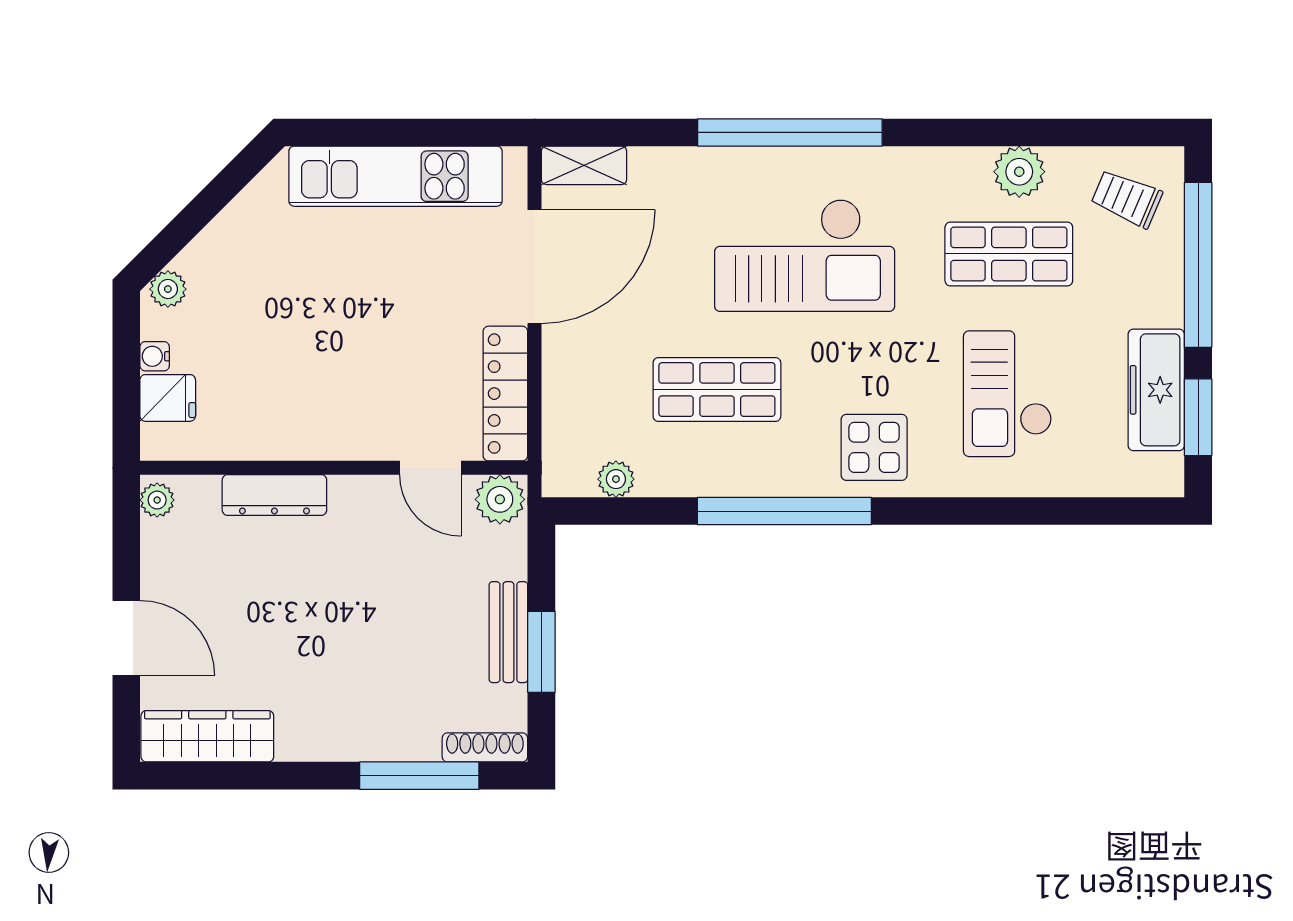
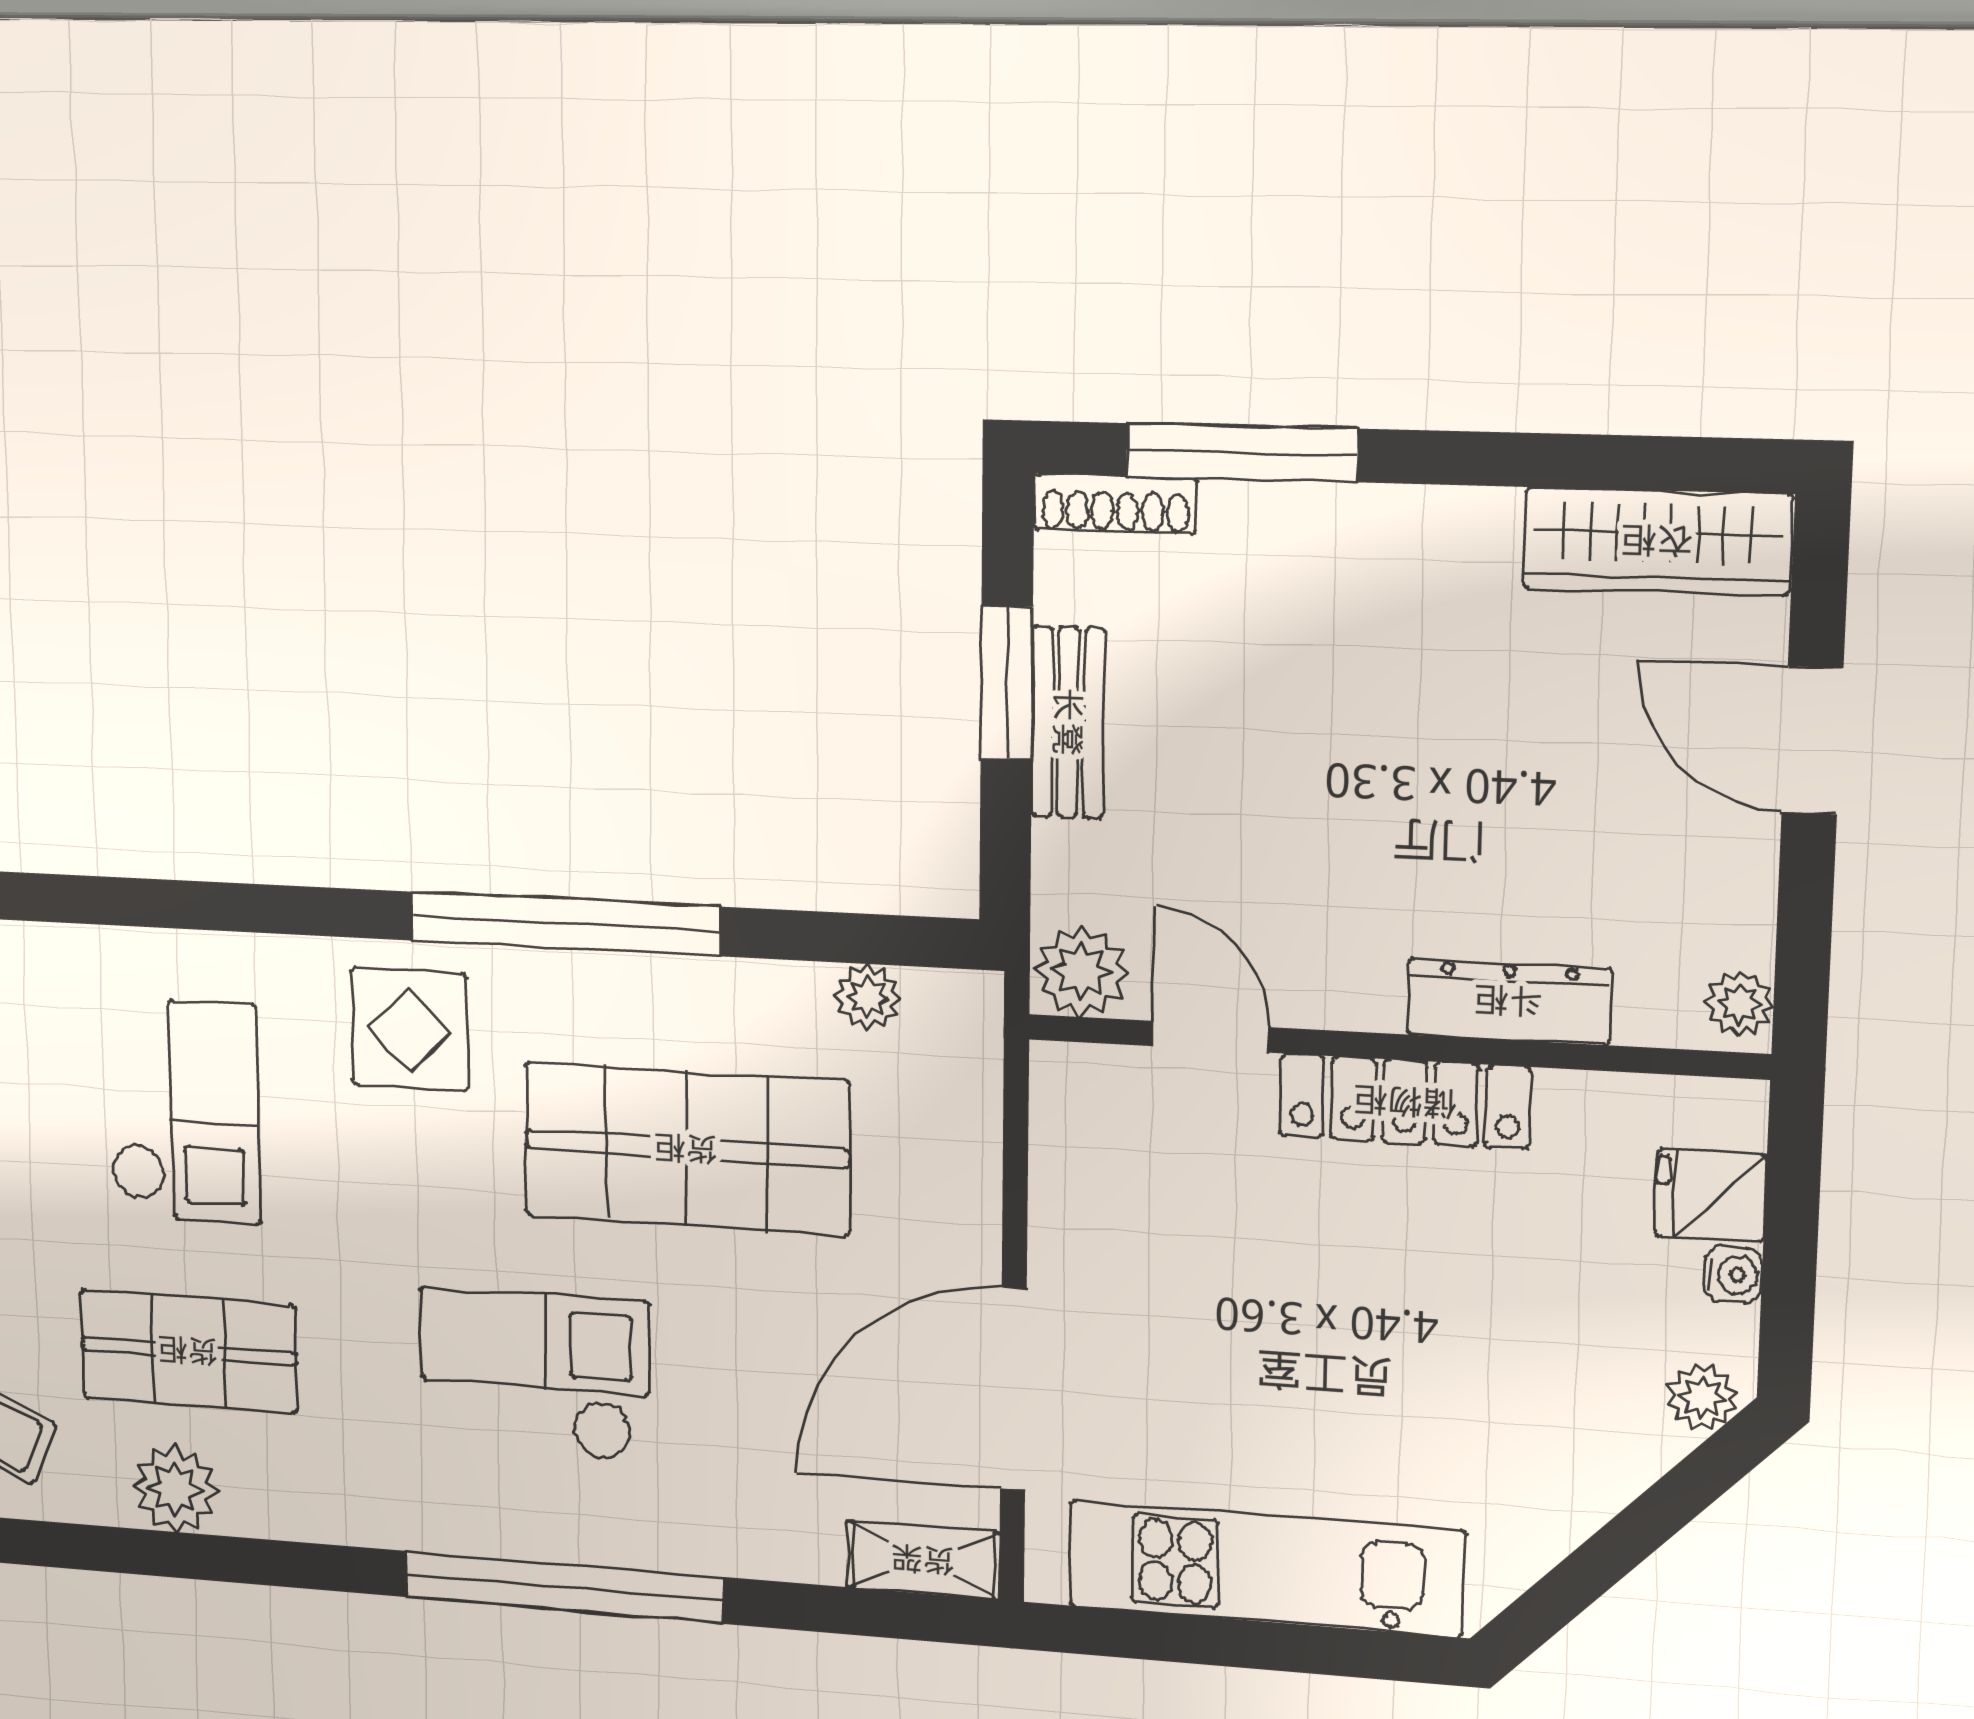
checkout: (805, 255) -> (535, 1374), width x0.73, depth x0.83
shop shelf: (717, 390) -> (686, 1149), width x1.43, depth x1.36
locker: (505, 394) -> (1405, 1102), moved, turned 90

